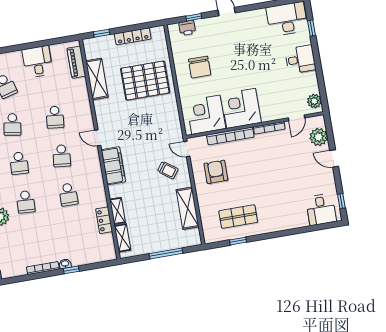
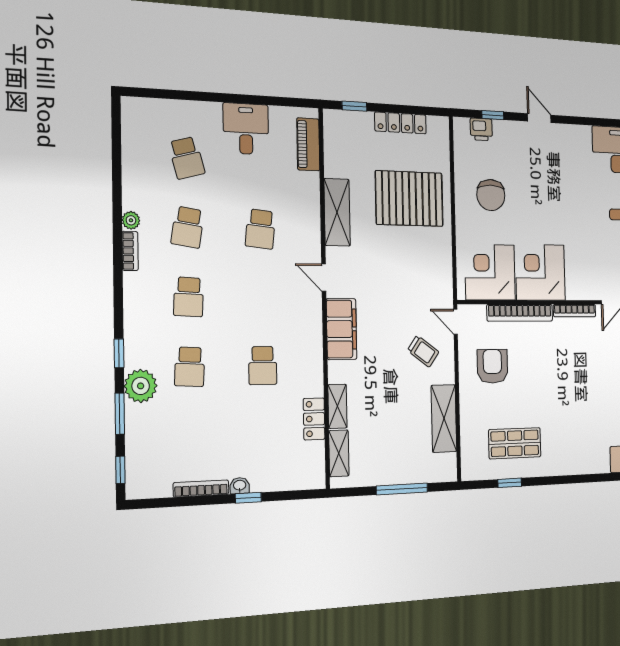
shelving: (97, 79) -> (337, 212), moved
school desk: (62, 156) -> (262, 297), removed

